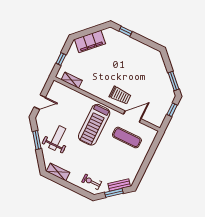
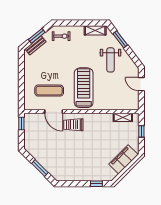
window: (173, 81) -> (40, 168), moved
door: (40, 102) -> (141, 84), hinge flipped
window: (172, 110) -> (21, 124), moved
door: (132, 116) -> (54, 112), hinge flipped
window: (37, 140) -> (120, 39), moved

